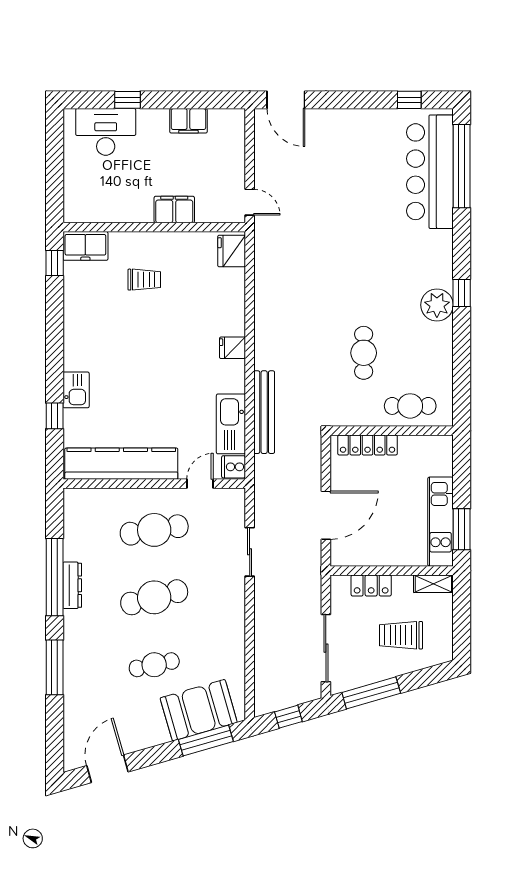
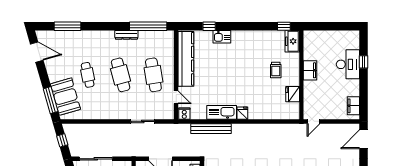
filing cabinet: (188, 121) -> (353, 106), moved
desk: (106, 132) -> (348, 64), moved
filing cabinet: (174, 210) -> (310, 70), moved
fridge: (232, 251) -> (293, 94), moved, turned -90
kitchen sink: (231, 424) -> (222, 112), moved
window: (55, 577) -> (148, 26), moved
window: (55, 667) -> (67, 26), moved

